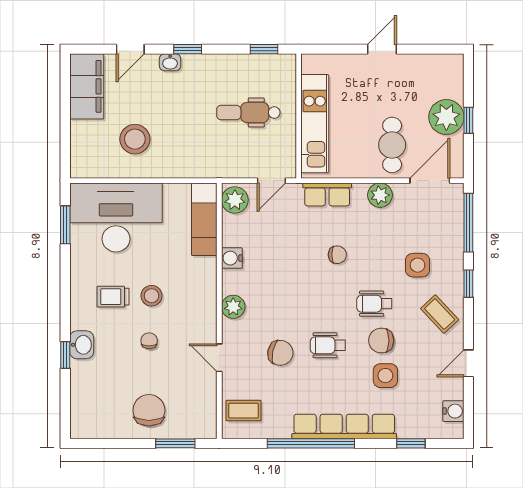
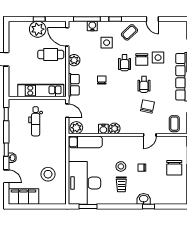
plant: (233, 307) -> (114, 128), moved
chair: (149, 410) -> (174, 168), turned -90
water cooler: (453, 411) -> (92, 26), moved

